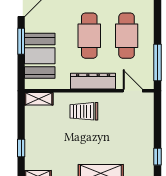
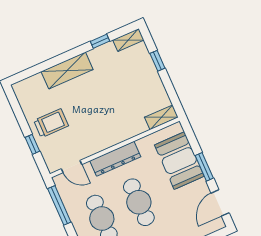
trolley: (84, 111) -> (51, 123), moved
window: (157, 157) -> (32, 144), moved

